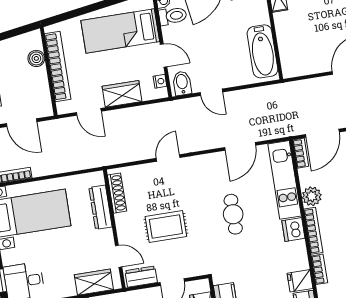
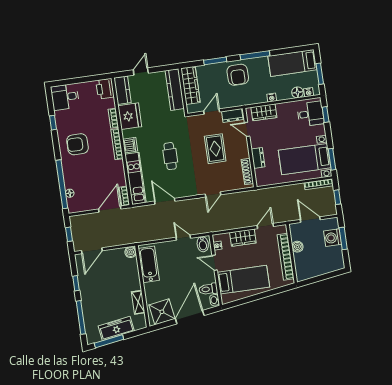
boiler: (36, 58) -> (297, 247), moved
boiler: (290, 69) -> (131, 252), added
door: (89, 112) -> (265, 226), hinge flipped
door: (240, 146) -> (165, 201), hinge flipped
plant: (312, 196) -> (118, 167), removed
dresser: (100, 207) -> (258, 158), width x0.70
rug: (166, 227) -> (215, 149), turned 90
fridge: (300, 281) -> (130, 116), width x1.88, depth x1.34

